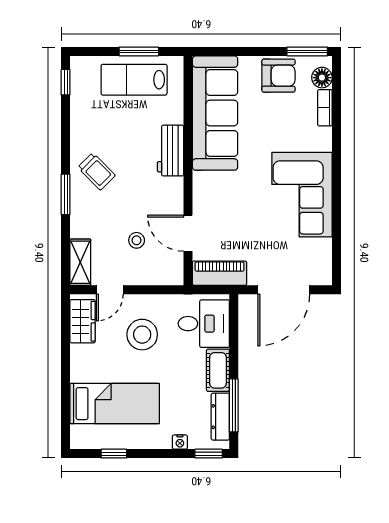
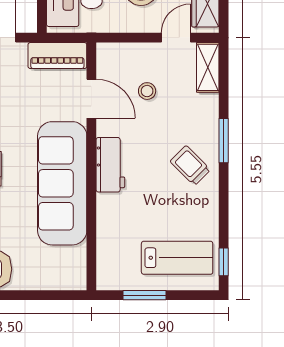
lab bench: (134, 80) -> (177, 258), moved
sofa: (215, 113) -> (62, 183), moved
workbench: (170, 151) -> (110, 165), moved

